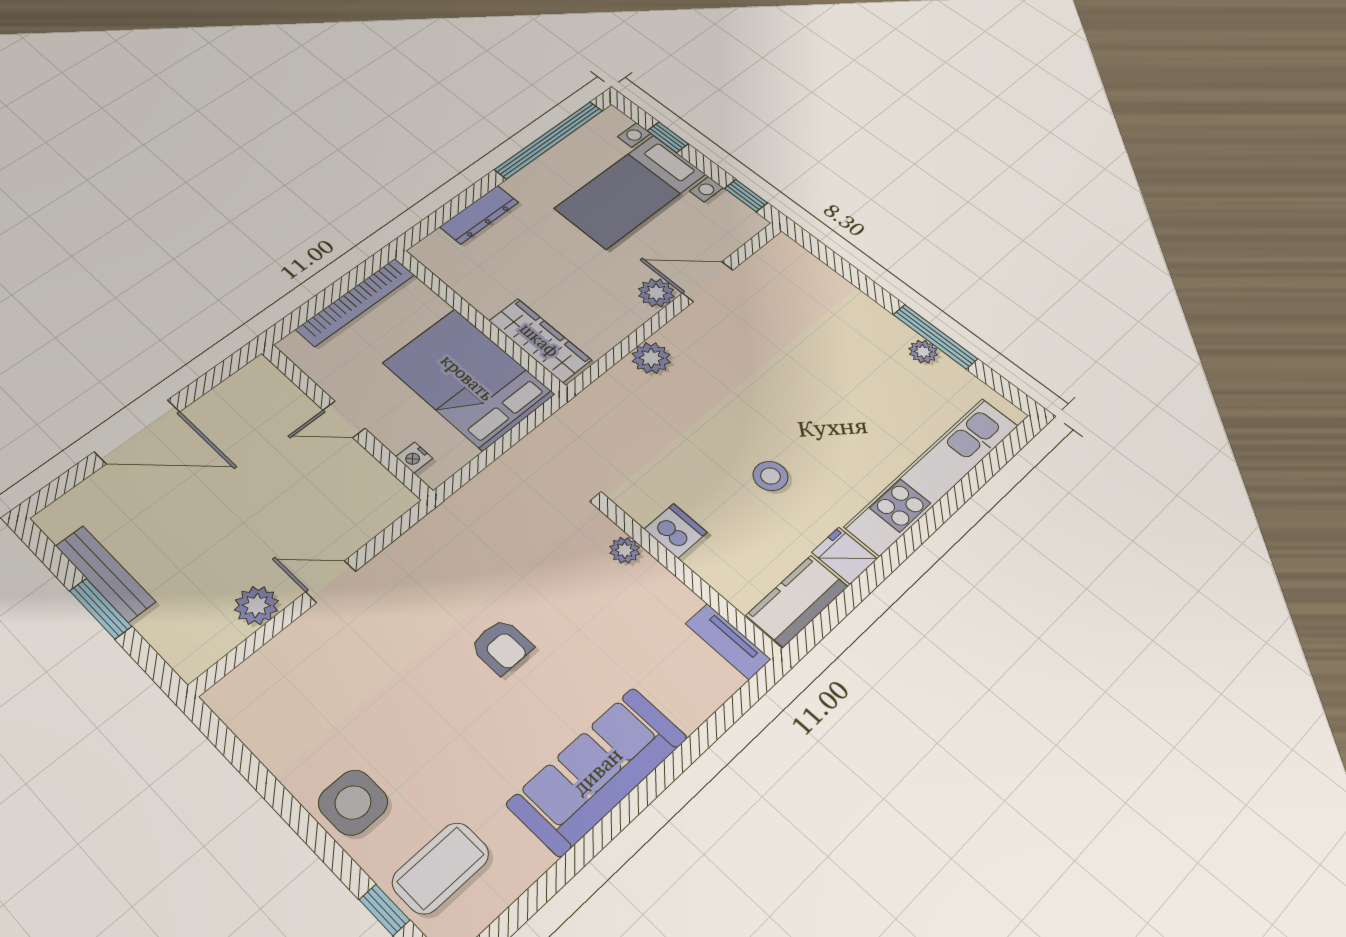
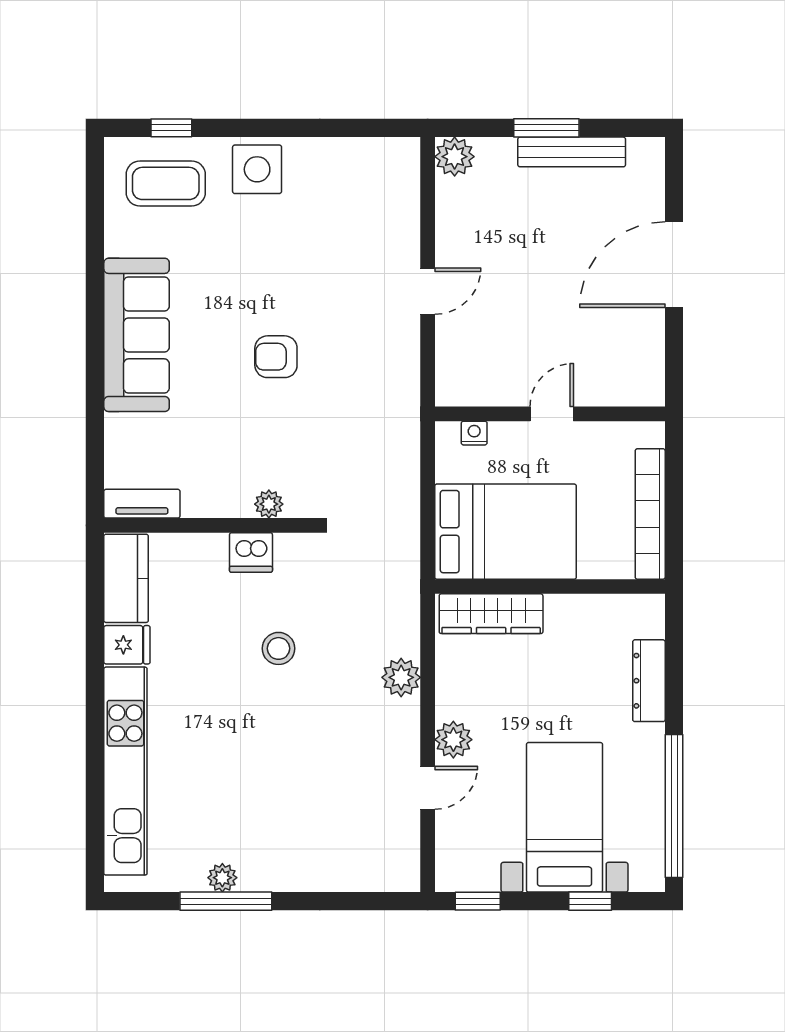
door: (708, 282) -> (428, 788), width x0.73
stool: (770, 476) -> (278, 648), moved
plant: (256, 605) -> (455, 157), moved
coffee table: (441, 868) -> (166, 183), turned 90

